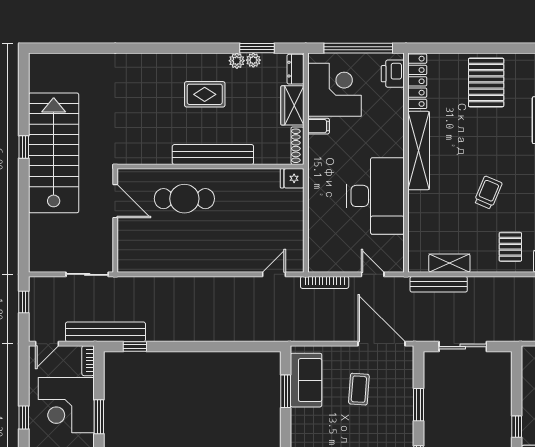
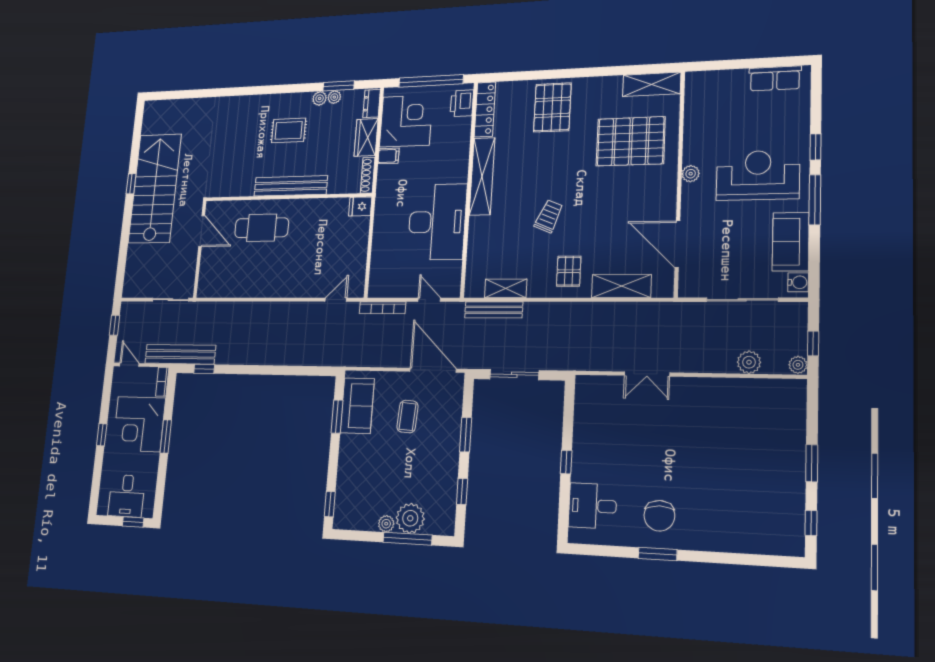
door: (47, 344) -> (129, 365), swing flipped

